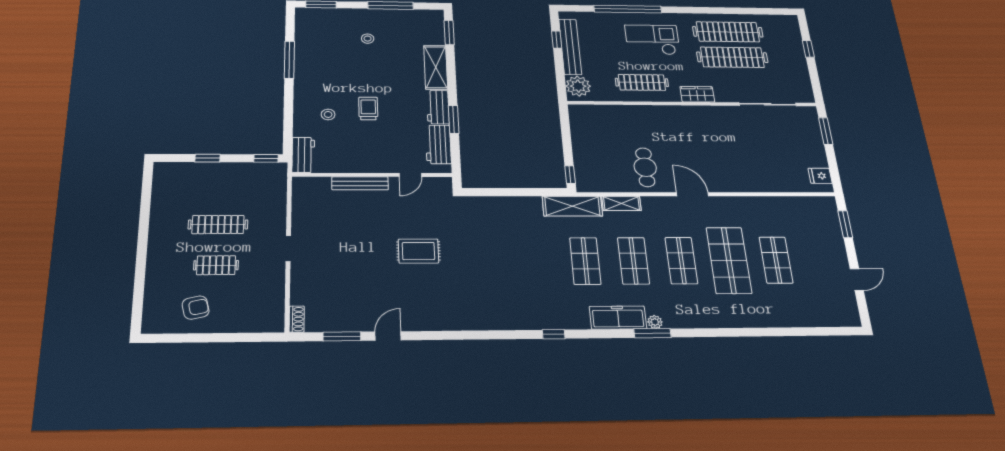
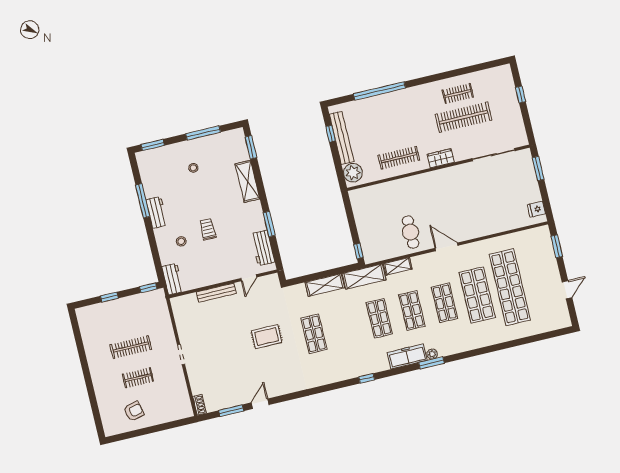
clothes rail: (728, 32) -> (458, 94), width x0.54, depth x0.76
checkout: (652, 40) -> (402, 116), removed
workbench: (438, 107) -> (157, 213), moved, turned 180
shelving: (515, 205) -> (325, 285), added
shop shelf: (776, 260) -> (510, 287), width x2.00, depth x1.36
shop shelf: (488, 261) -> (314, 334), added

